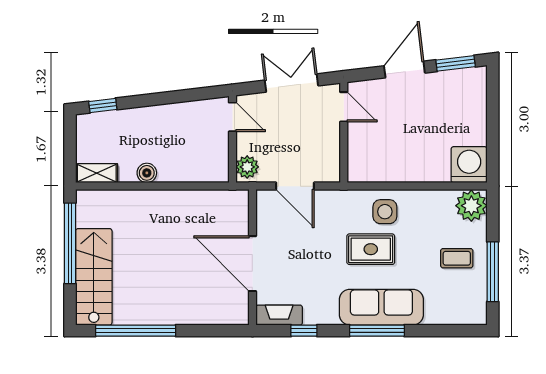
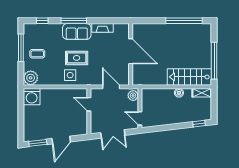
door: (344, 107) -> (89, 104), moved
stairs: (94, 277) -> (189, 77), moved, turned 90
sofa: (381, 307) -> (77, 31), width x0.73
fireplace: (279, 315) -> (102, 28), moved
window: (304, 331) -> (42, 21), moved

